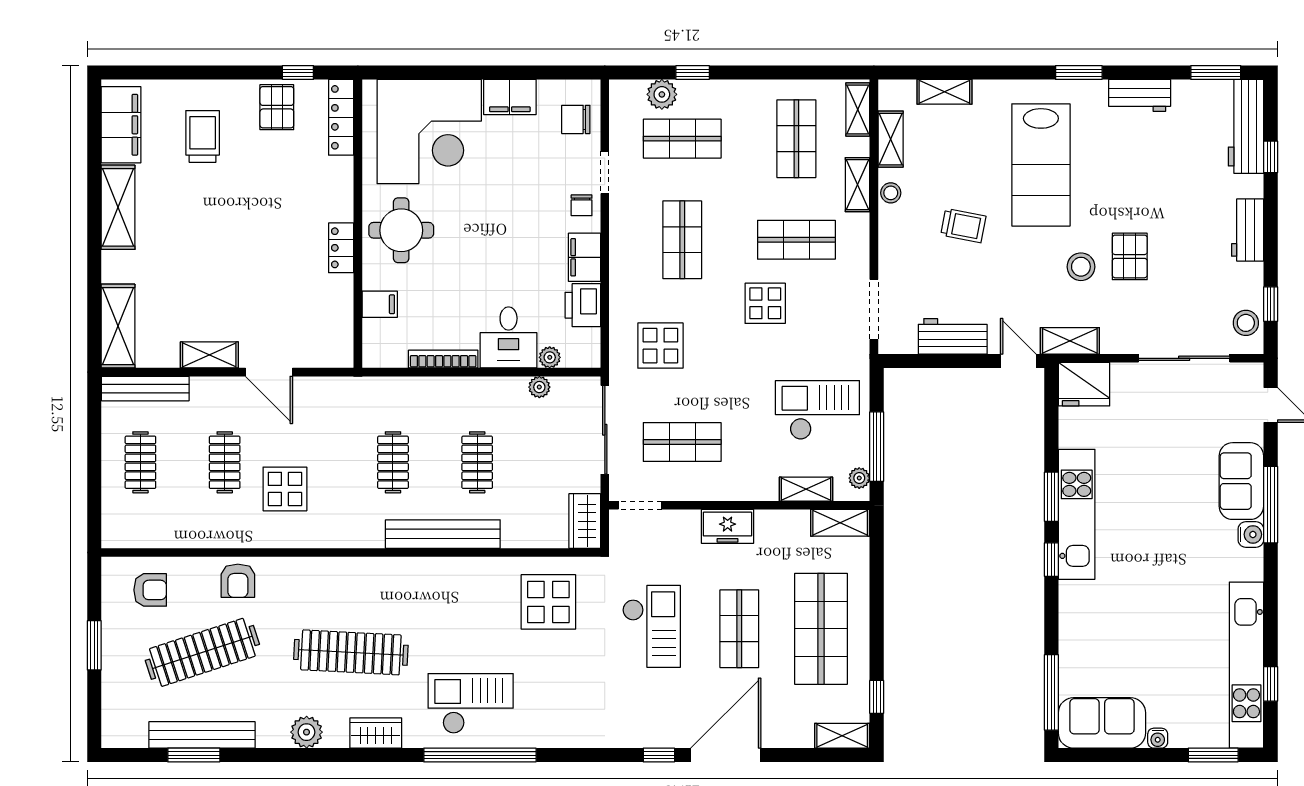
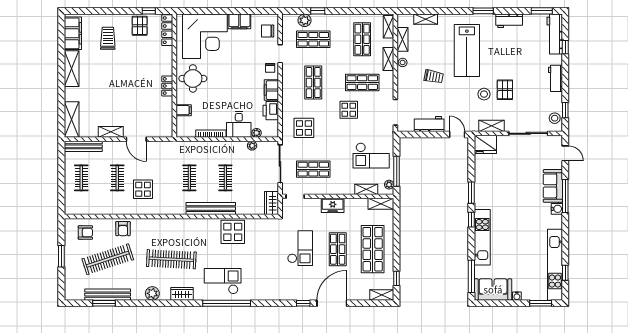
shelving: (1070, 341) -> (491, 126), moved
checkout: (817, 410) -> (371, 155), turned 180
kitchen unit: (1077, 514) -> (482, 237), moved
display table: (548, 602) -> (233, 232), moved

